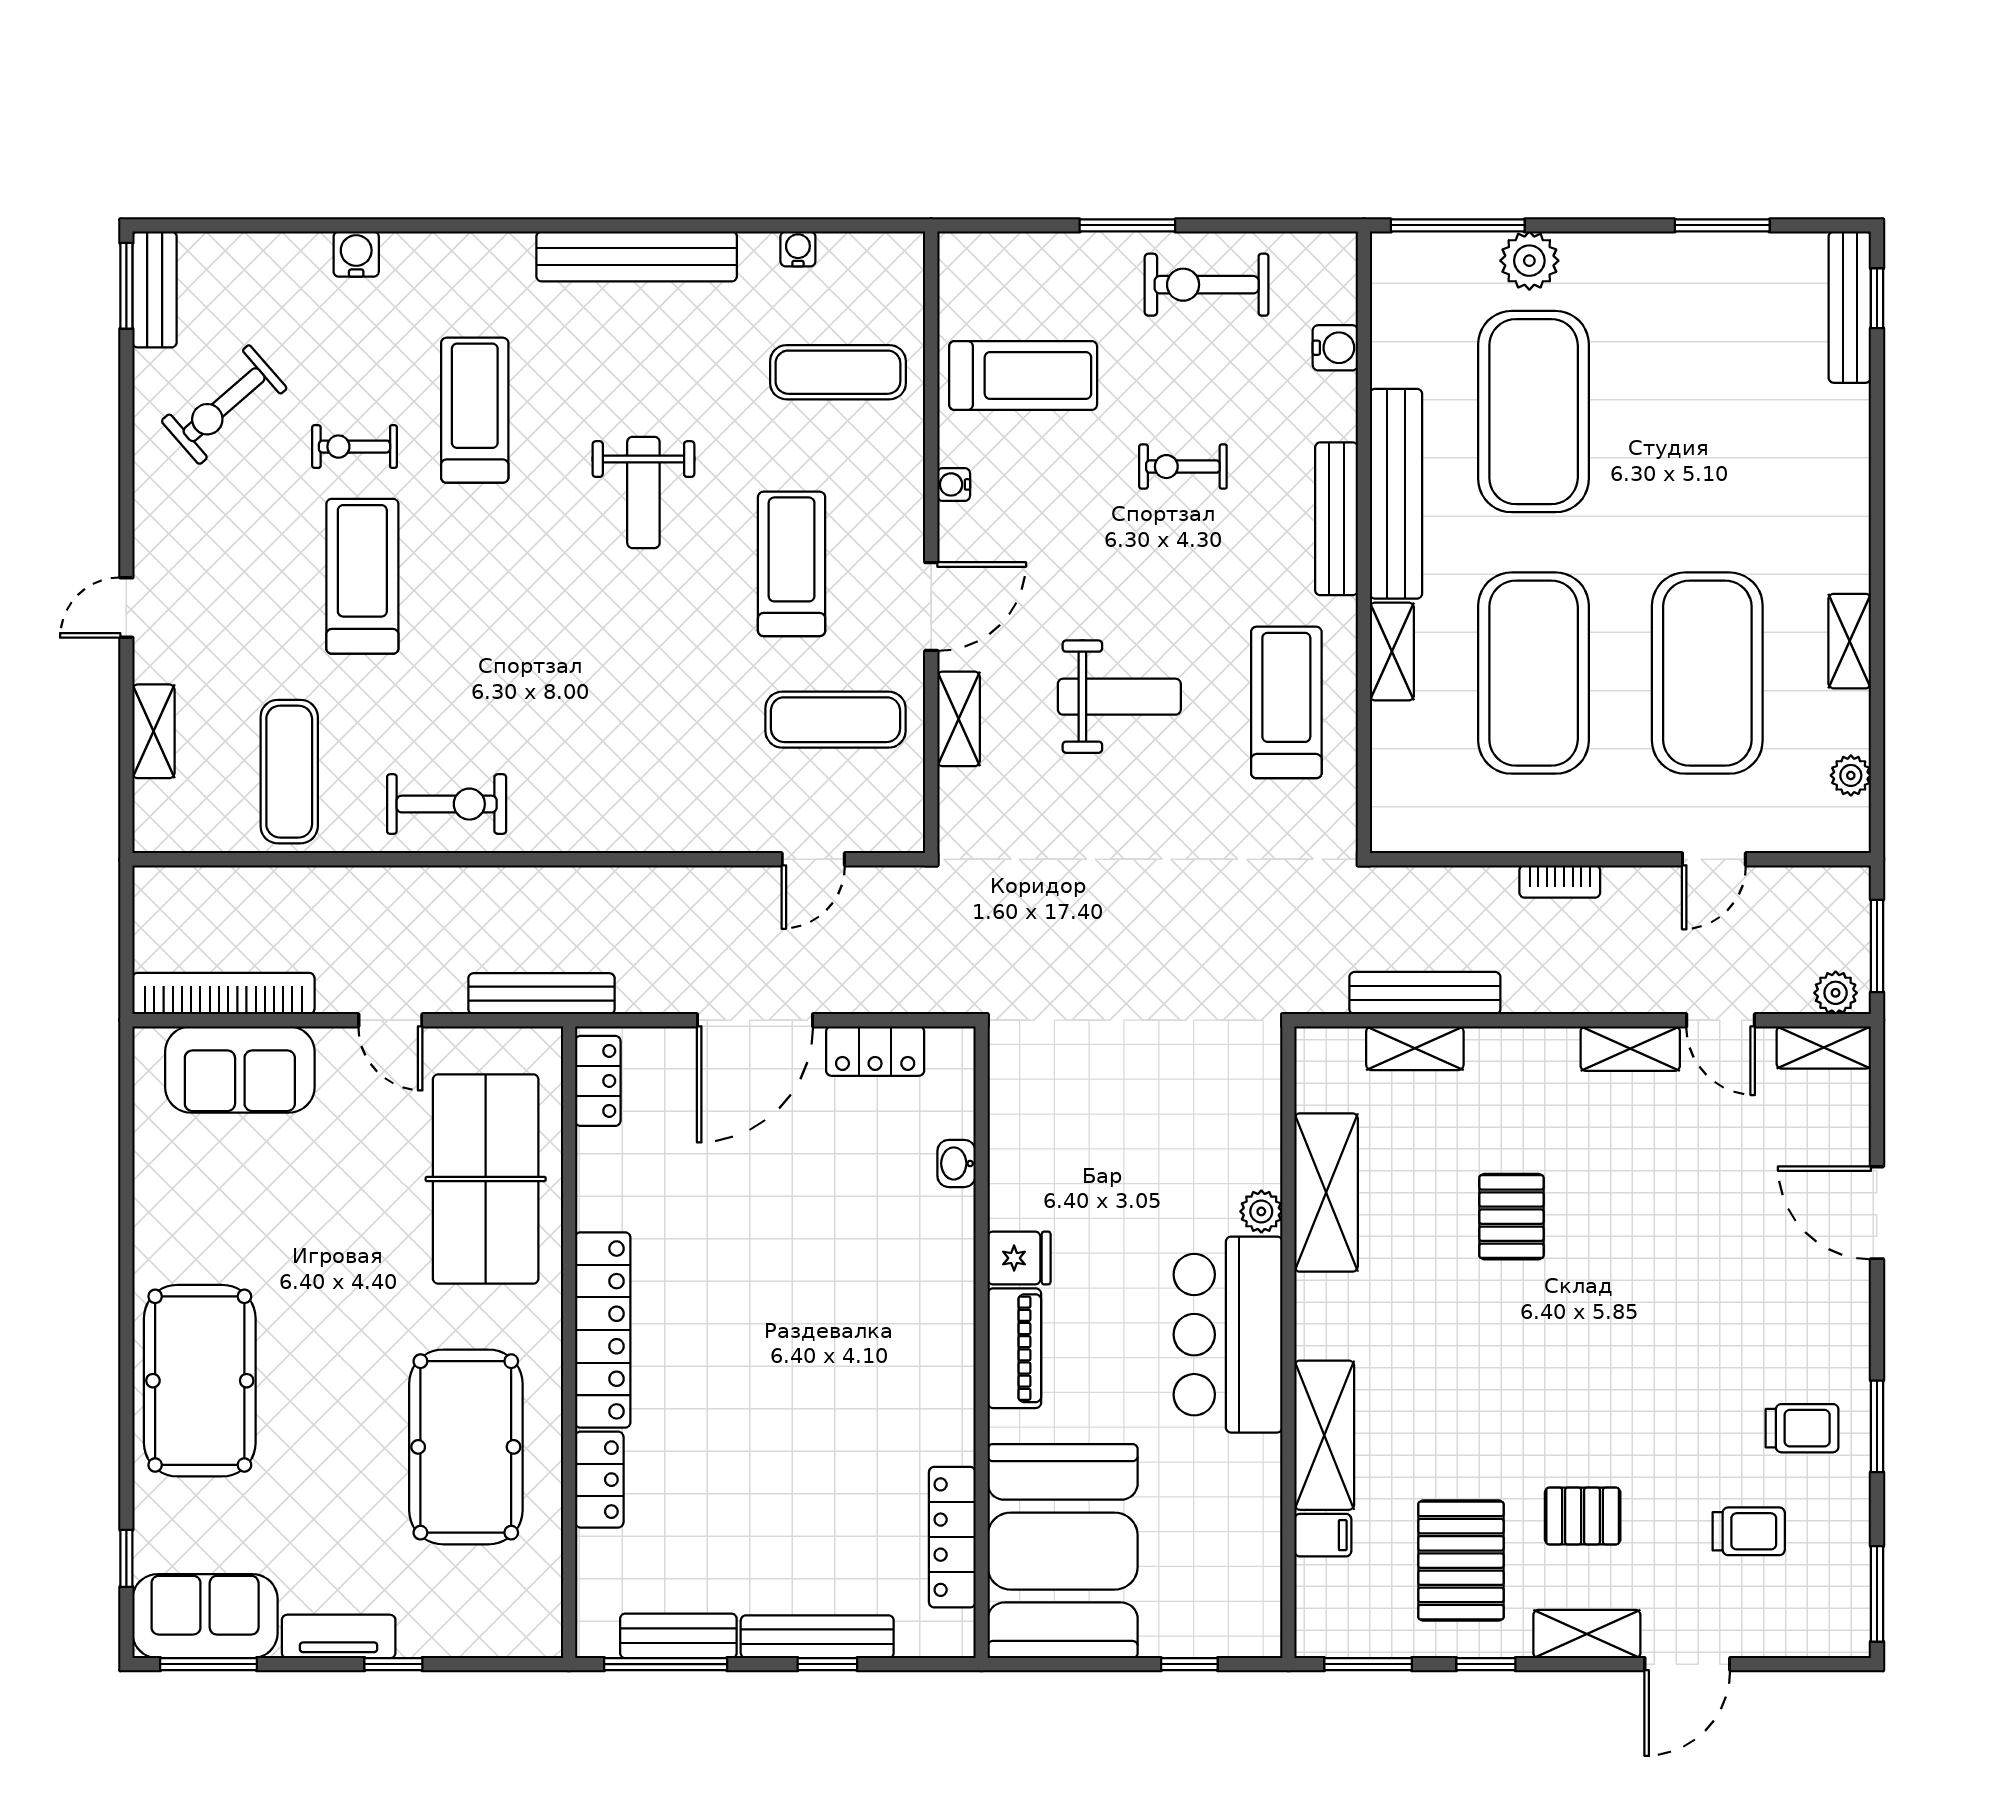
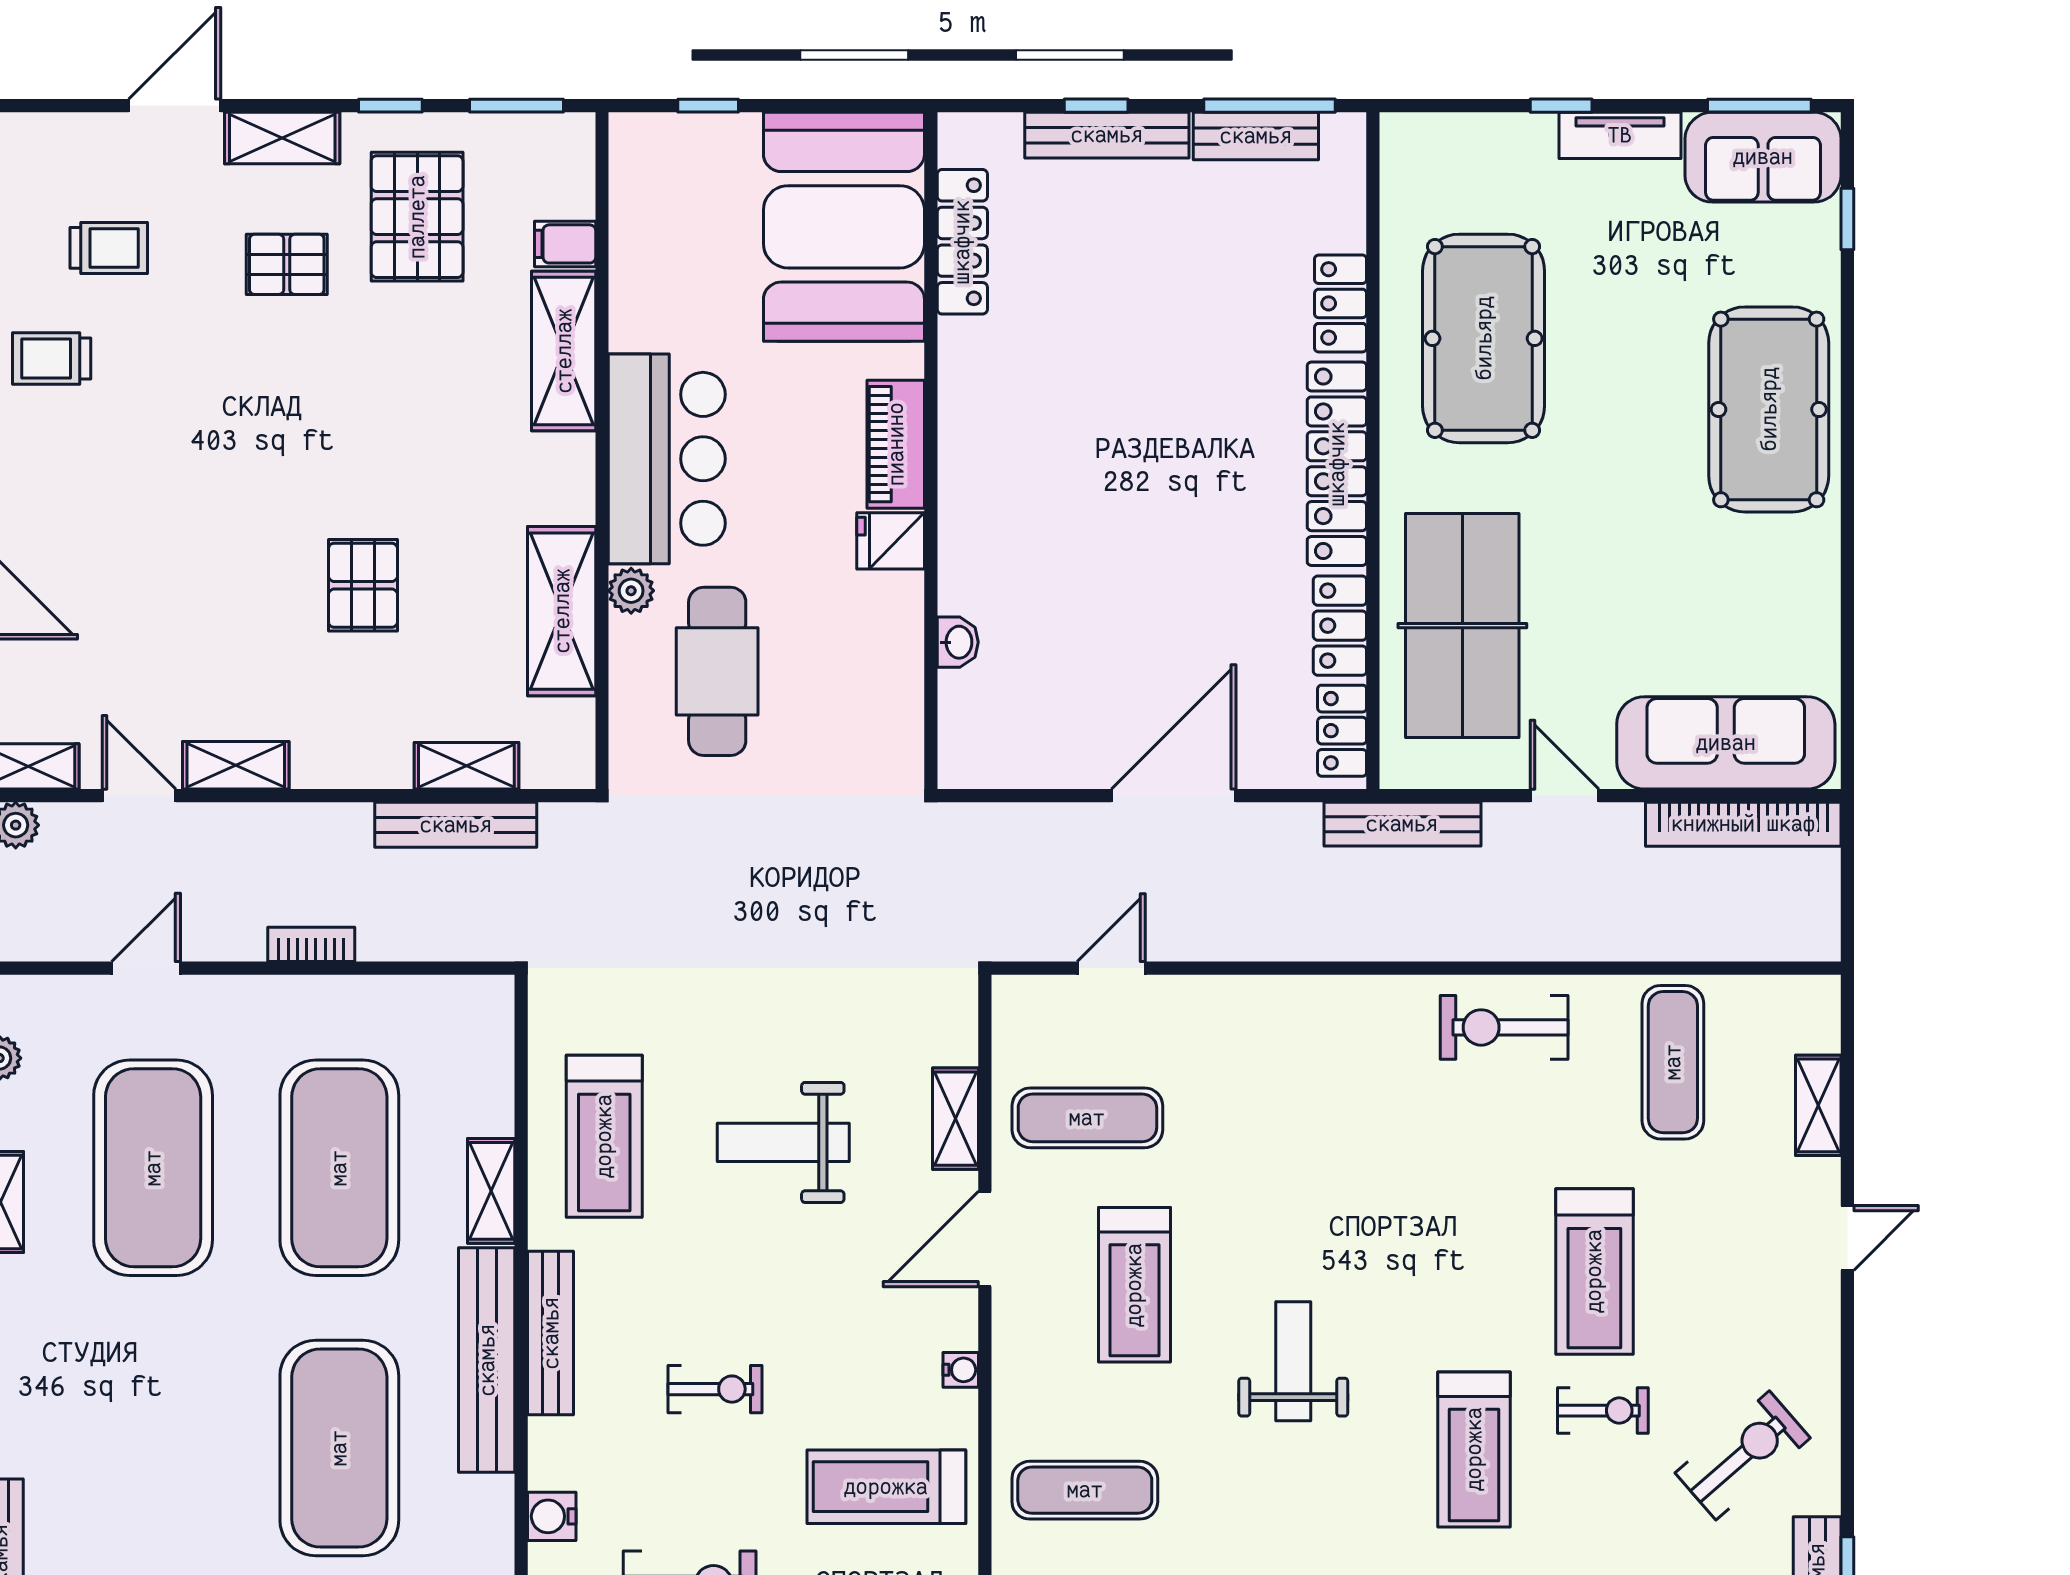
locker: (875, 1051) -> (1340, 626), moved, turned -90
sofa: (240, 1070) -> (1726, 743), width x1.36
cafe table: (1181, 1136) -> (717, 671), added
trolley: (1749, 1531) -> (109, 248), turned 180

